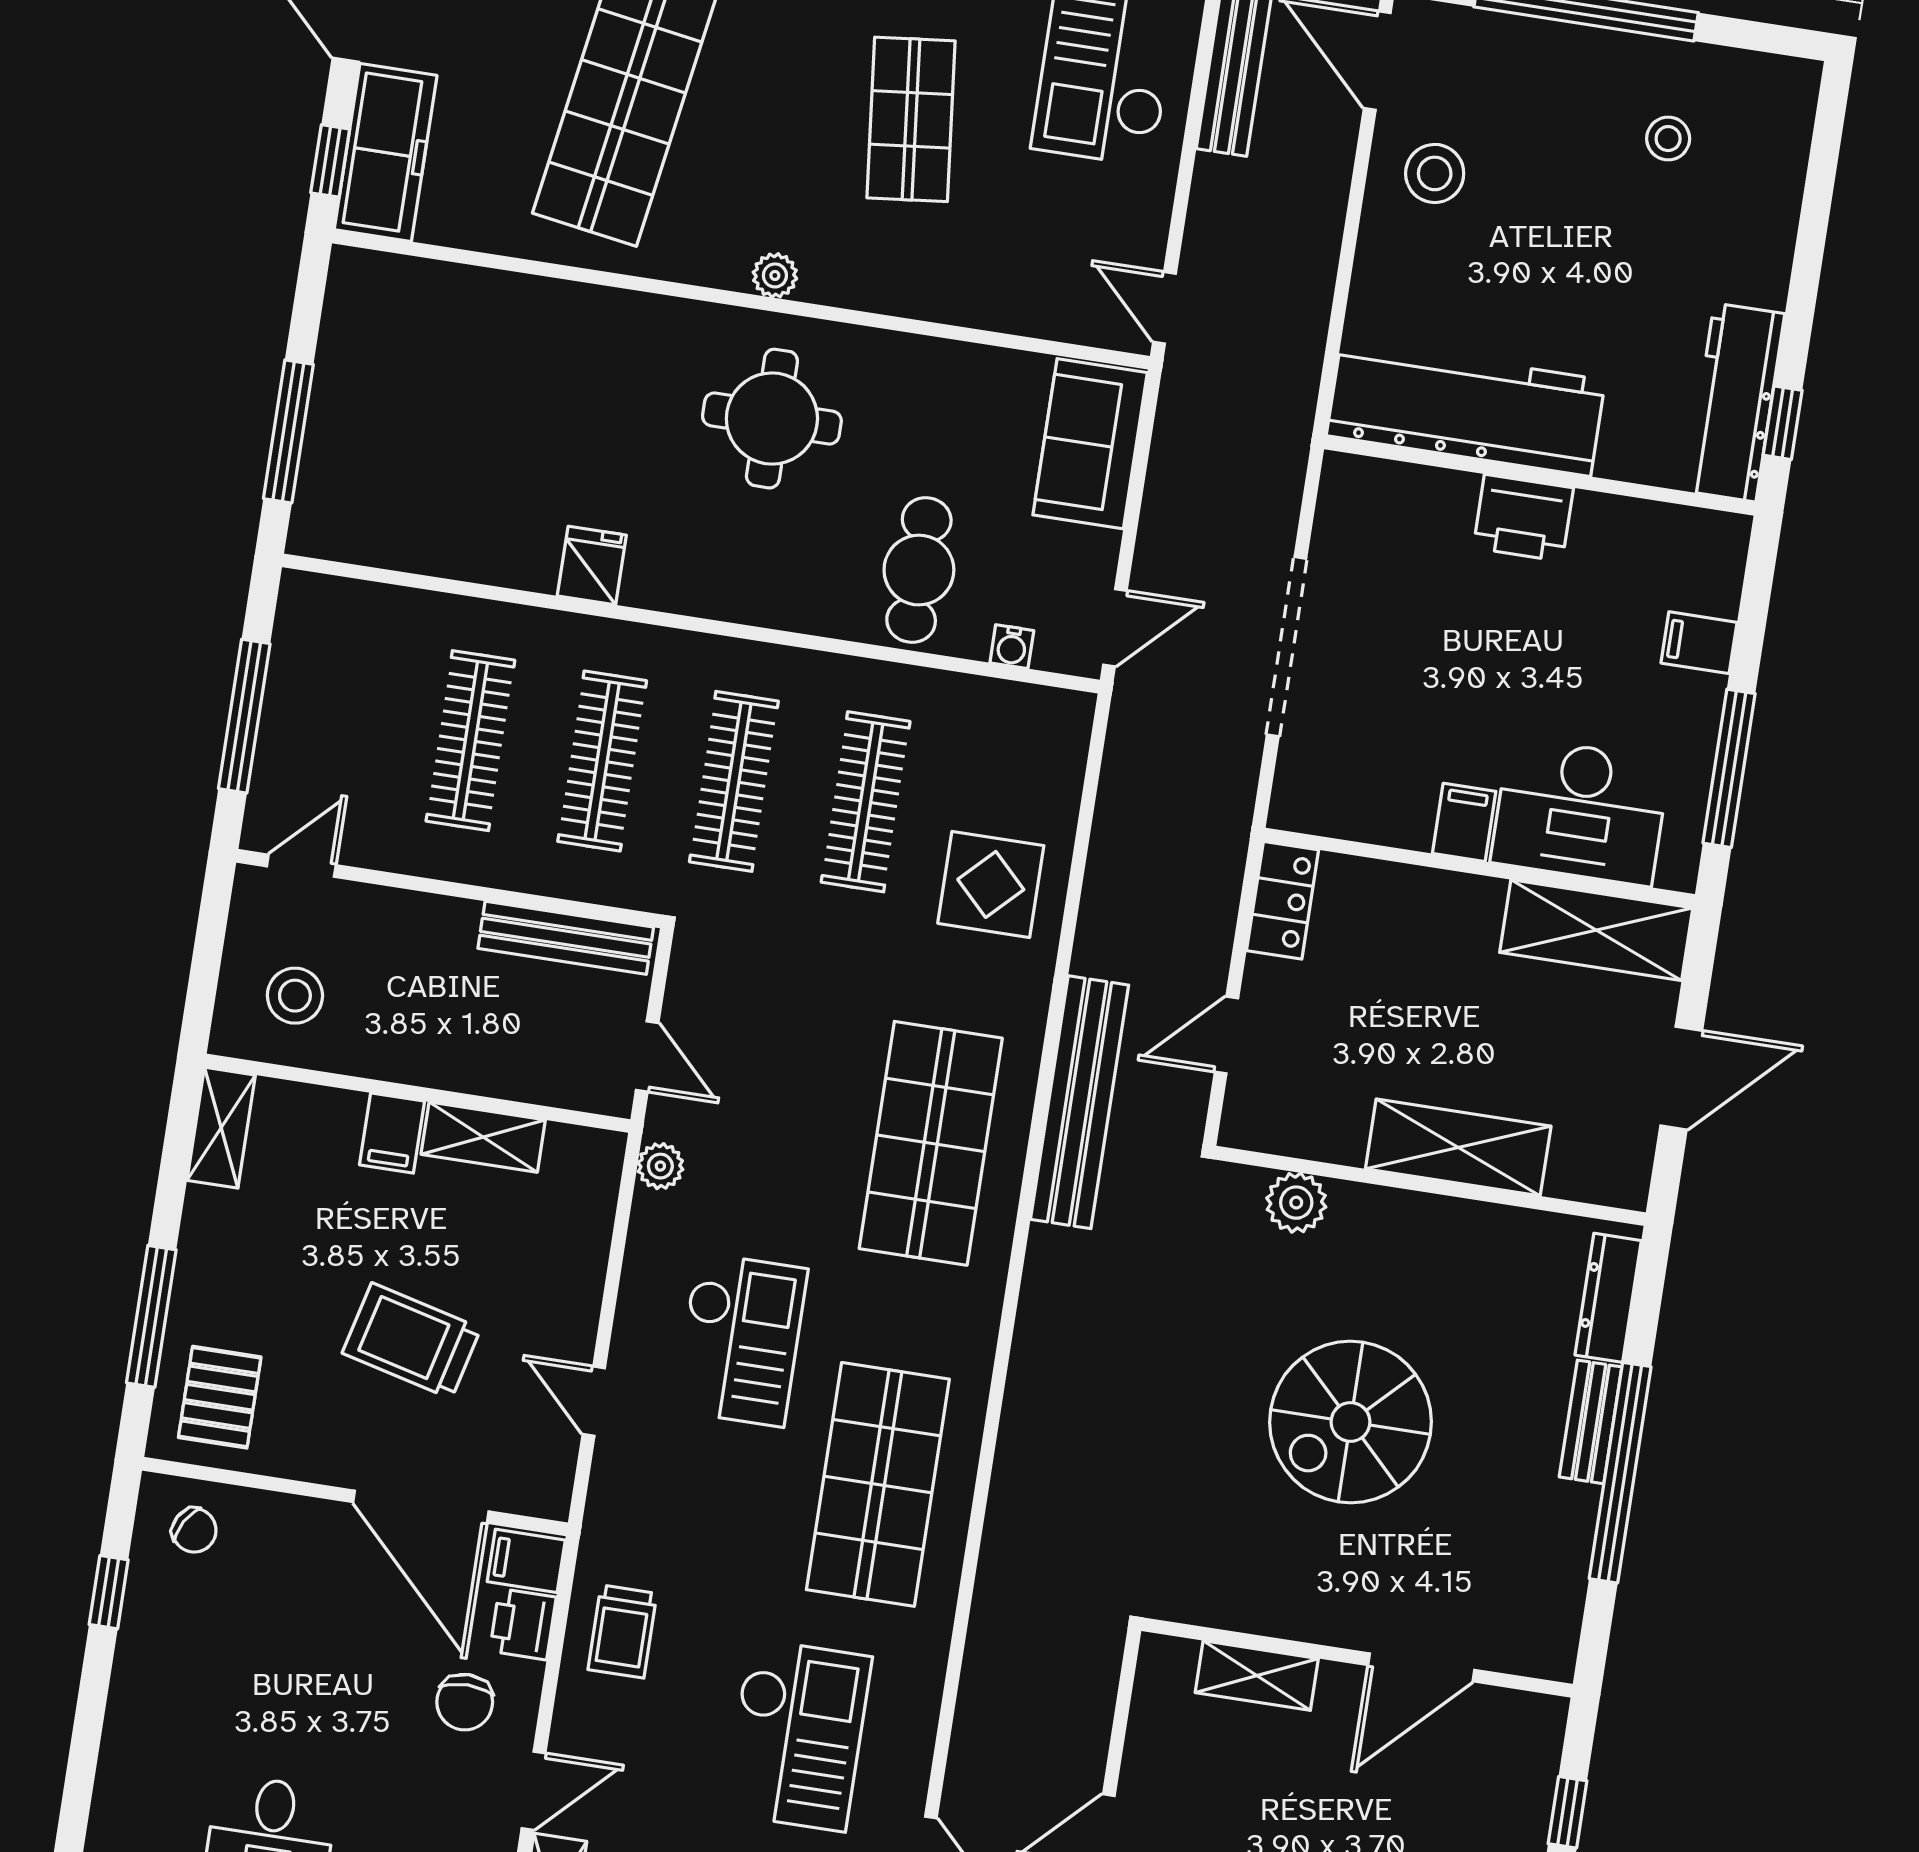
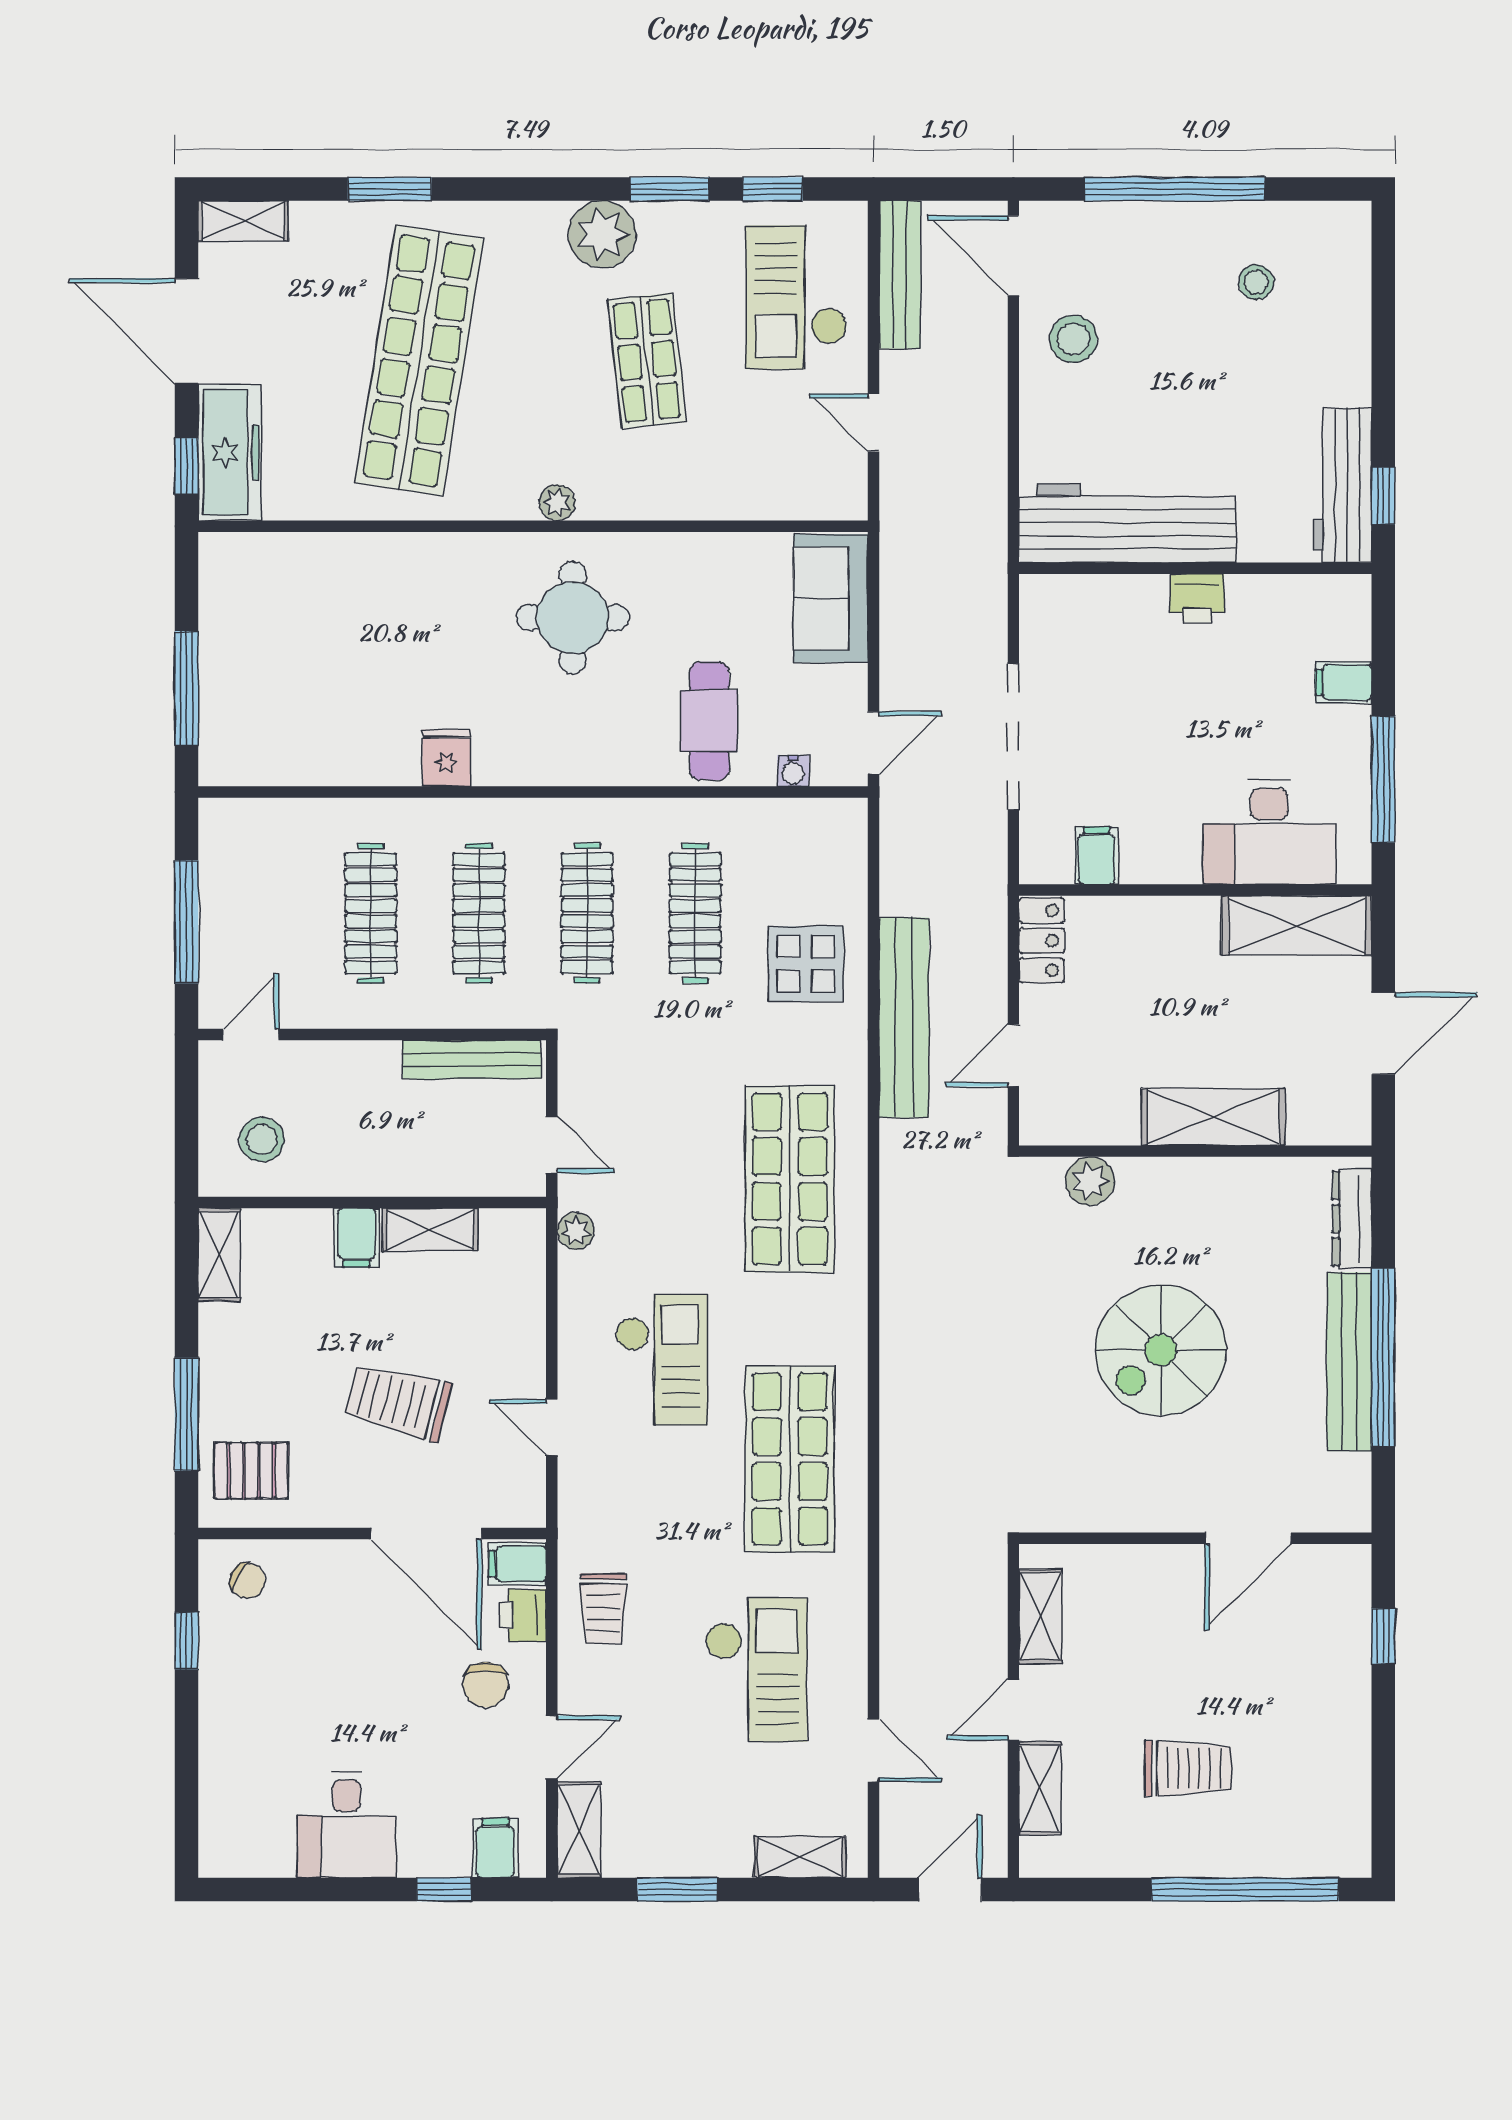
door: (1164, 308) -> (873, 423), moved
printer: (1523, 518) -> (1197, 598), width x0.73, depth x0.81
filing cabinet: (1464, 822) -> (1097, 856), moved
bench: (1080, 1102) -> (904, 1018), moved
pallet: (220, 1397) -> (251, 1471), turned 90
bench: (1591, 1422) -> (1349, 1362), width x1.86, depth x1.21
shelving: (1257, 1676) -> (1040, 1616), moved, turned 90

